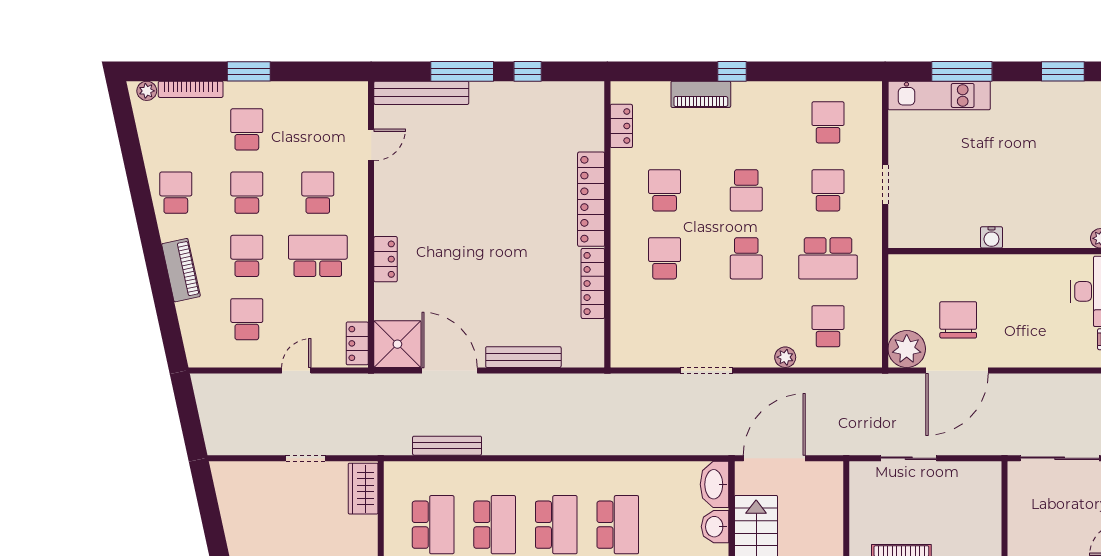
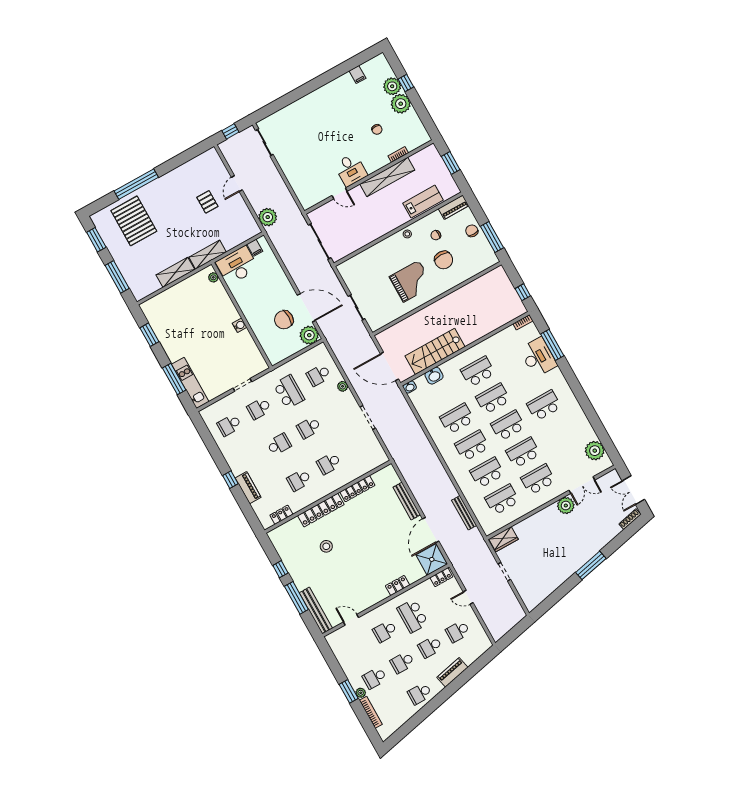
plant: (147, 91) -> (361, 693), moved
stool: (523, 173) -> (326, 546), added
school desk: (746, 258) -> (309, 428), turned 180
washbasin: (715, 484) -> (410, 387), width x0.52, depth x0.69

